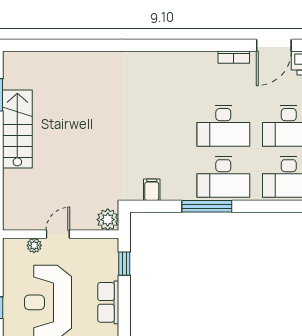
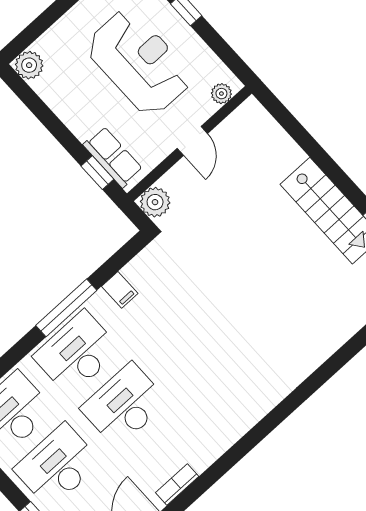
filing cabinet: (152, 190) -> (120, 290), moved
plant: (34, 245) -> (221, 94), moved
row of seats: (108, 302) -> (113, 157), moved

